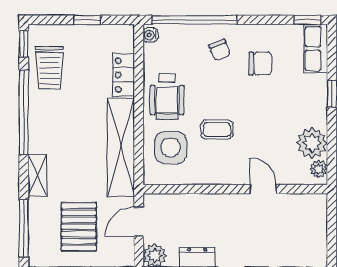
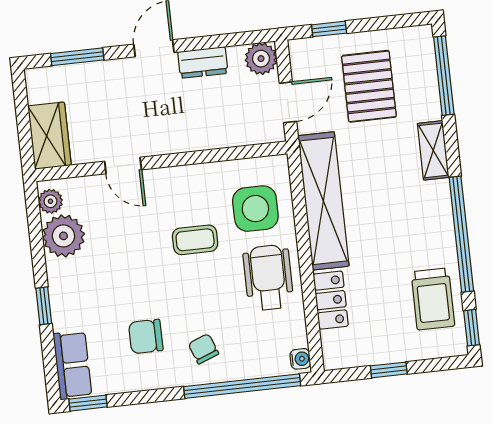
trolley: (49, 68) -> (433, 299), turned 180
wardrobe: (314, 217) -> (50, 136), added

